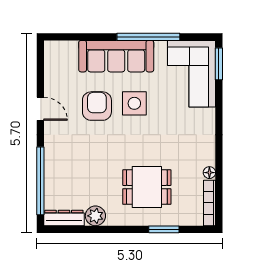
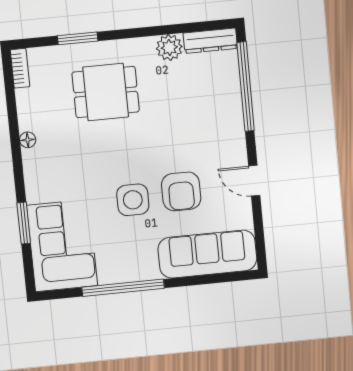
sofa: (116, 56) -> (207, 254), moved
window: (219, 64) -> (24, 223), moved
floor lamp: (209, 173) -> (28, 140), moved
bookcase: (210, 203) -> (20, 68), width x0.64

